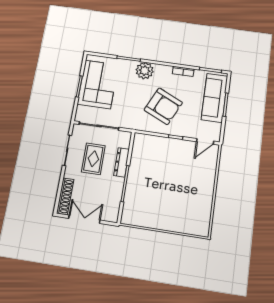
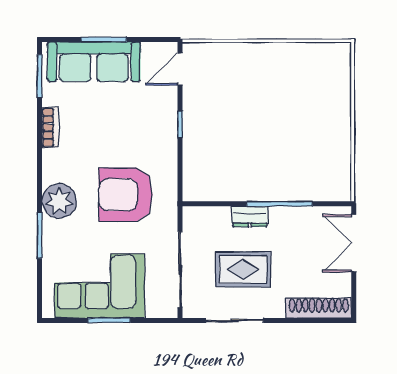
armchair: (163, 106) -> (126, 195), moved, turned -115
door: (205, 141) -> (180, 69), swing flipped
dresser: (121, 162) -> (250, 217), width x0.70
double door: (84, 219) -> (354, 243), moved

